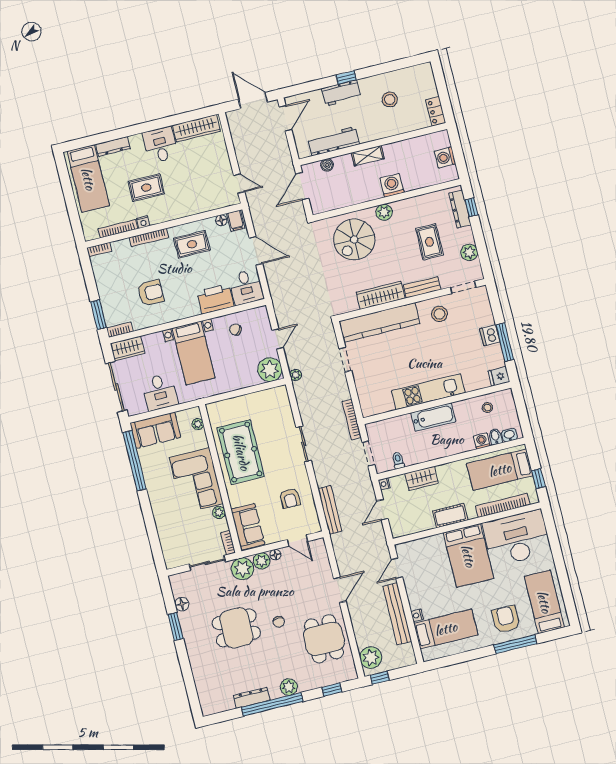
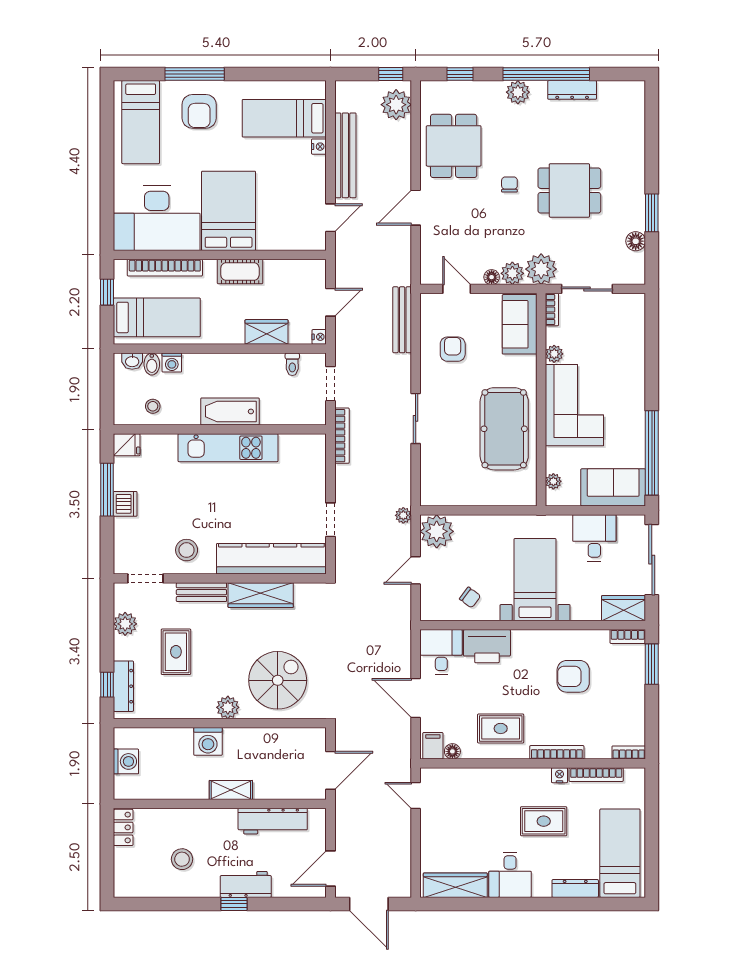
boiler: (327, 165) -> (290, 791), removed

